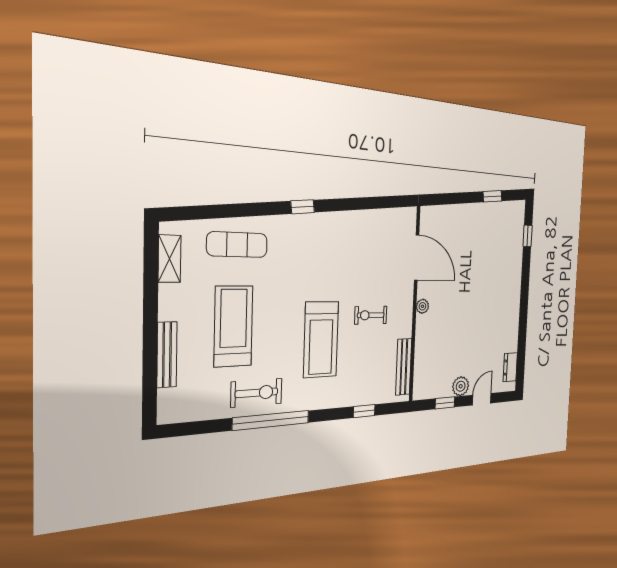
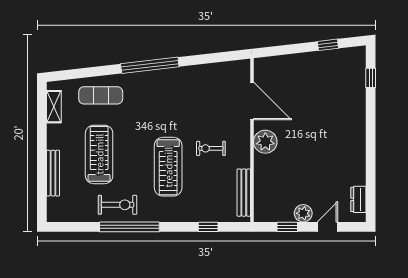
window: (303, 207) -> (150, 65), width x3.17
plant: (422, 306) -> (265, 142), width x1.88, depth x1.88

